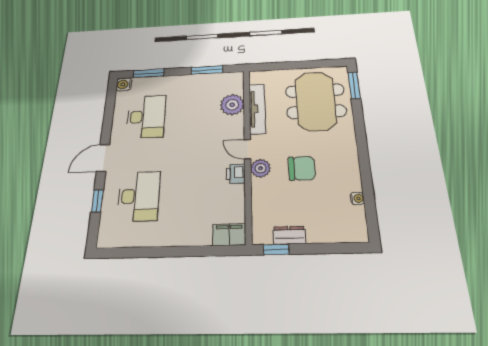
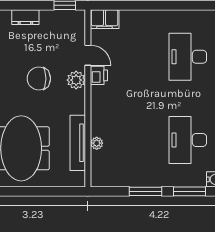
window: (207, 70) -> (145, 191), moved
plant: (232, 105) -> (97, 143), width x0.53, depth x0.53
door: (247, 149) -> (88, 55), moved
dresser: (289, 235) -> (25, 17), moved

